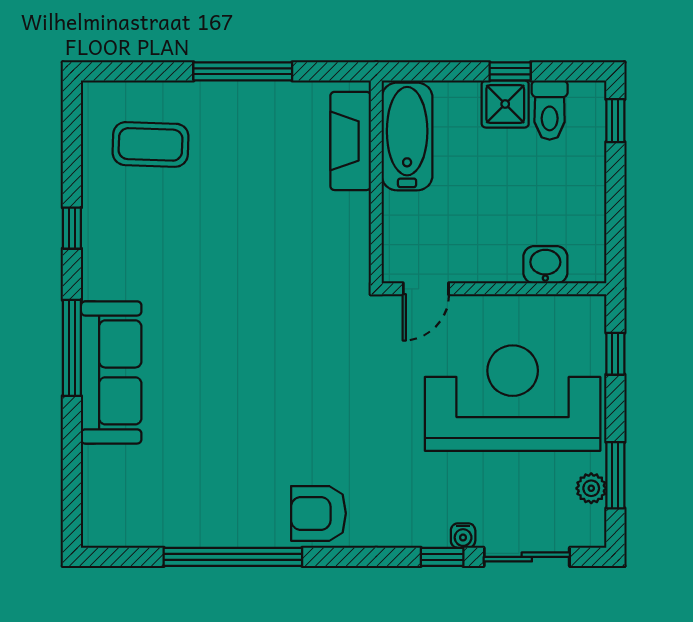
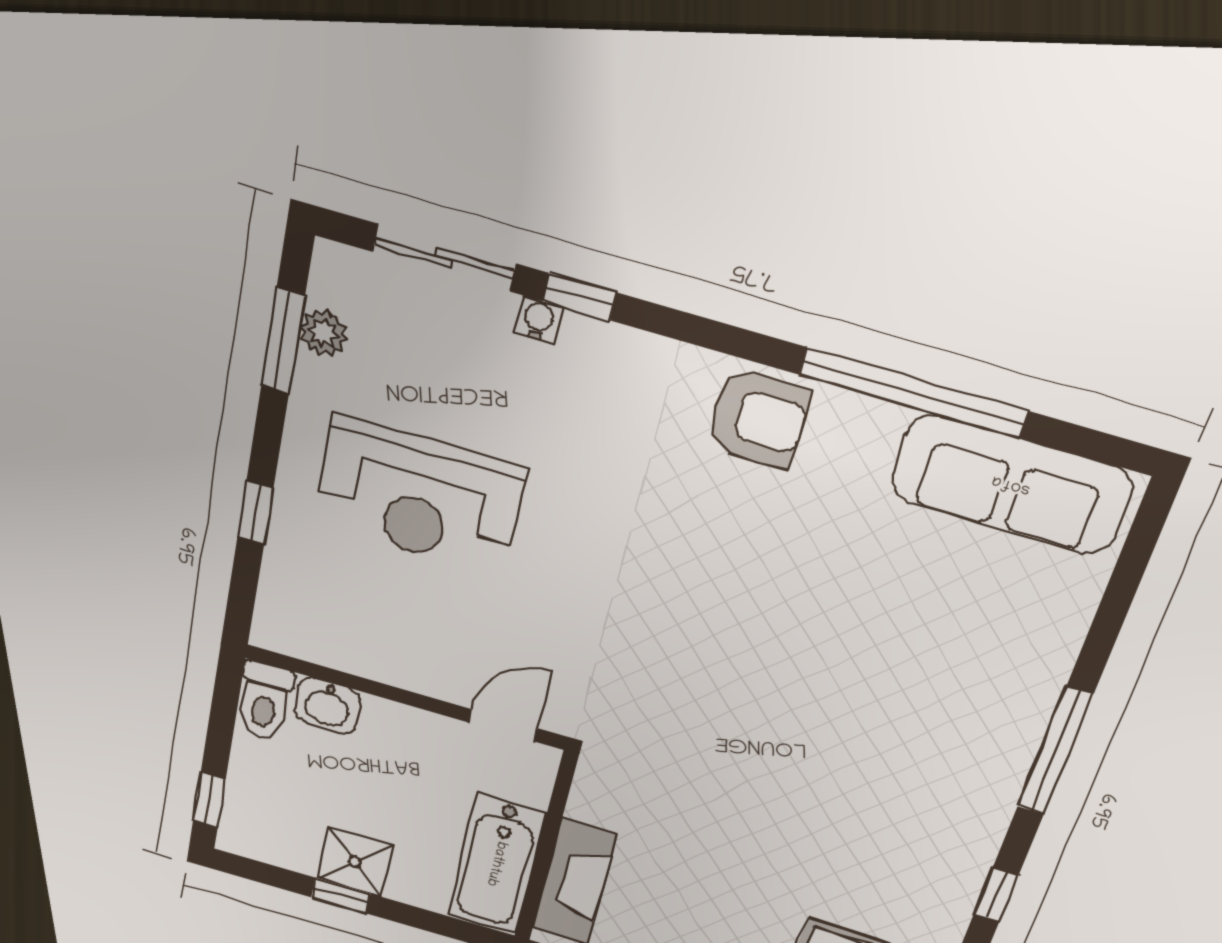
toilet: (550, 110) -> (265, 701), moved, turned 180
washbasin: (545, 265) -> (327, 706), moved
door: (426, 289) -> (503, 725), moved
wall: (494, 289) -> (406, 697), moved
sofa: (111, 372) -> (1011, 485), moved, turned -90
reception desk: (513, 398) -> (419, 496), width x0.74, depth x0.77

